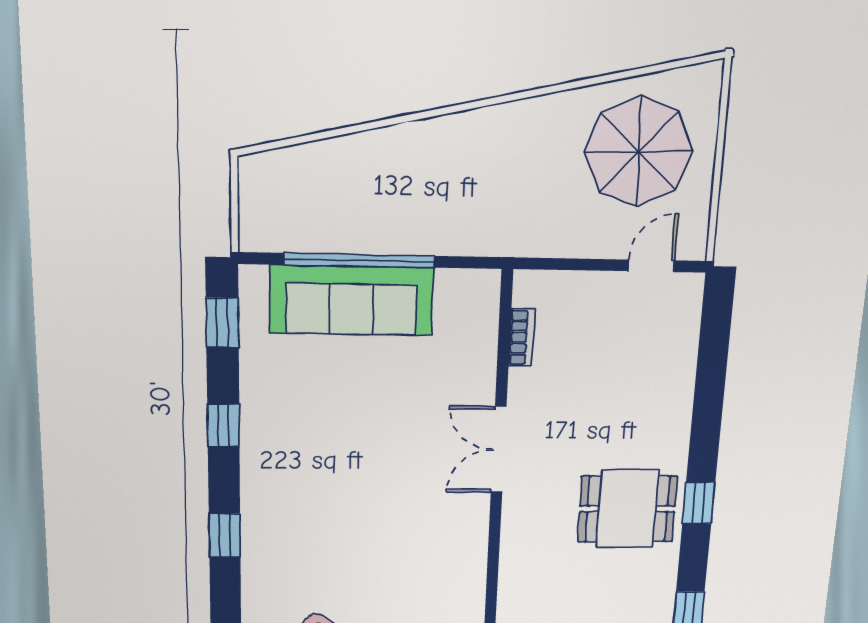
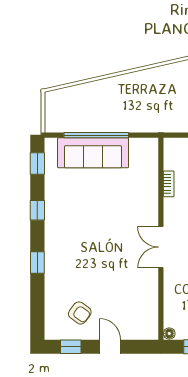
bookcase: (522, 337) -> (169, 184), moved
double door: (499, 449) -> (161, 247), moved

